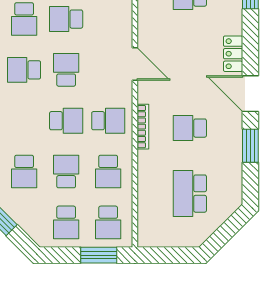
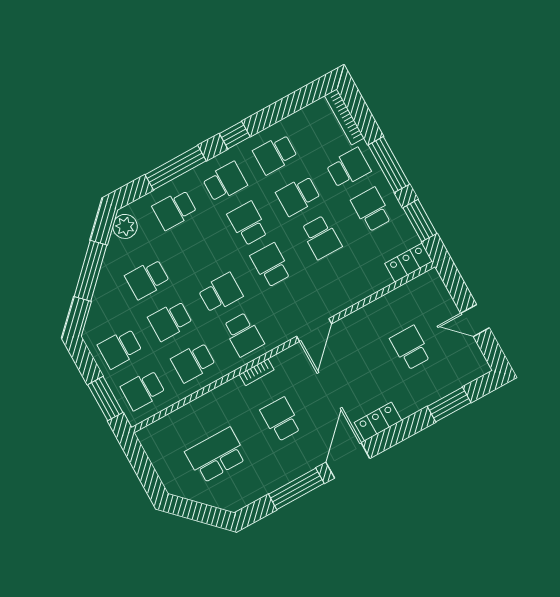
school desk: (66, 19) -> (321, 237), turned 180
school desk: (66, 70) -> (271, 265), turned -90
school desk: (66, 121) -> (221, 293), turned -90
bookcase: (143, 127) -> (257, 372), width x0.64
window: (250, 146) -> (296, 489), width x1.44
school desk: (66, 172) -> (170, 321), turned 180

